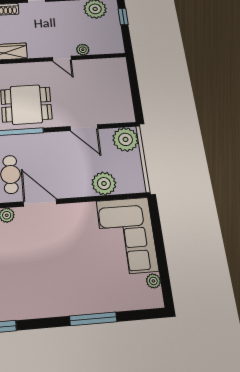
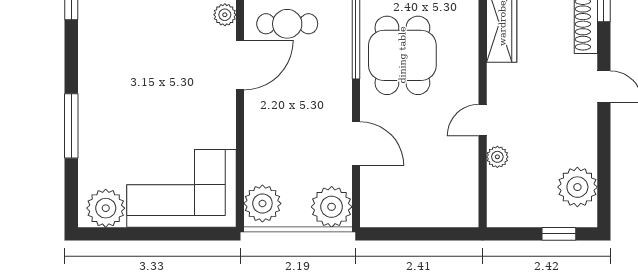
door: (84, 128) -> (356, 144), swing flipped
plant: (104, 184) -> (262, 203), moved
plant: (153, 281) -> (106, 208), width x1.87, depth x1.87

